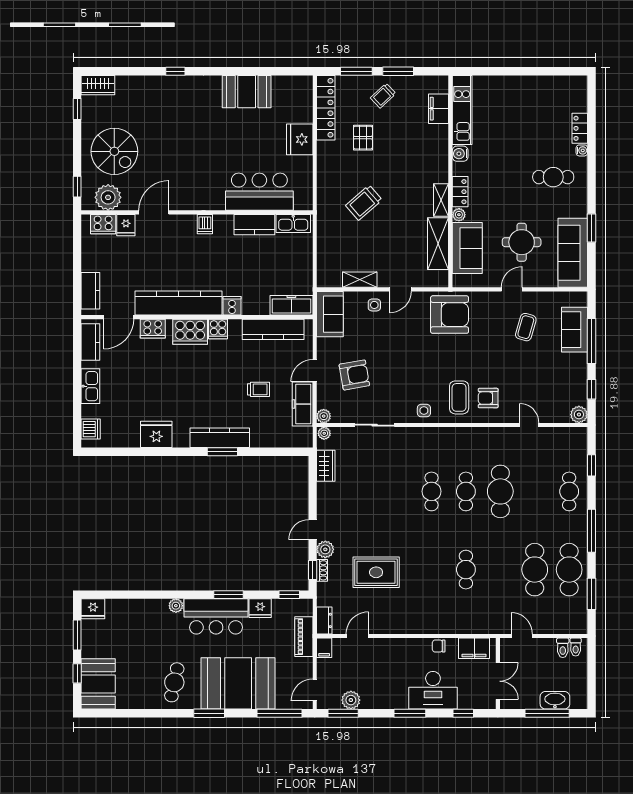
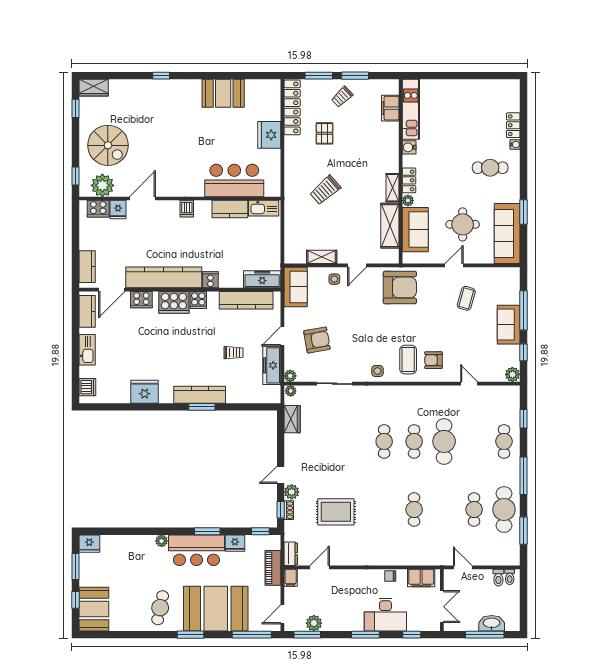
sofa: (575, 330) -> (509, 325), moved
cafe table: (535, 570) -> (474, 509), width x0.73, depth x0.74

